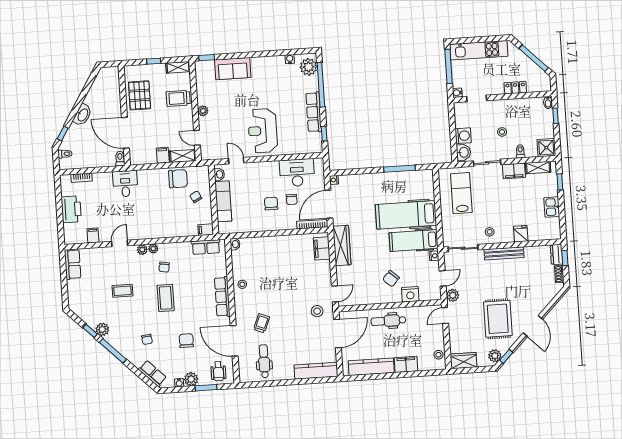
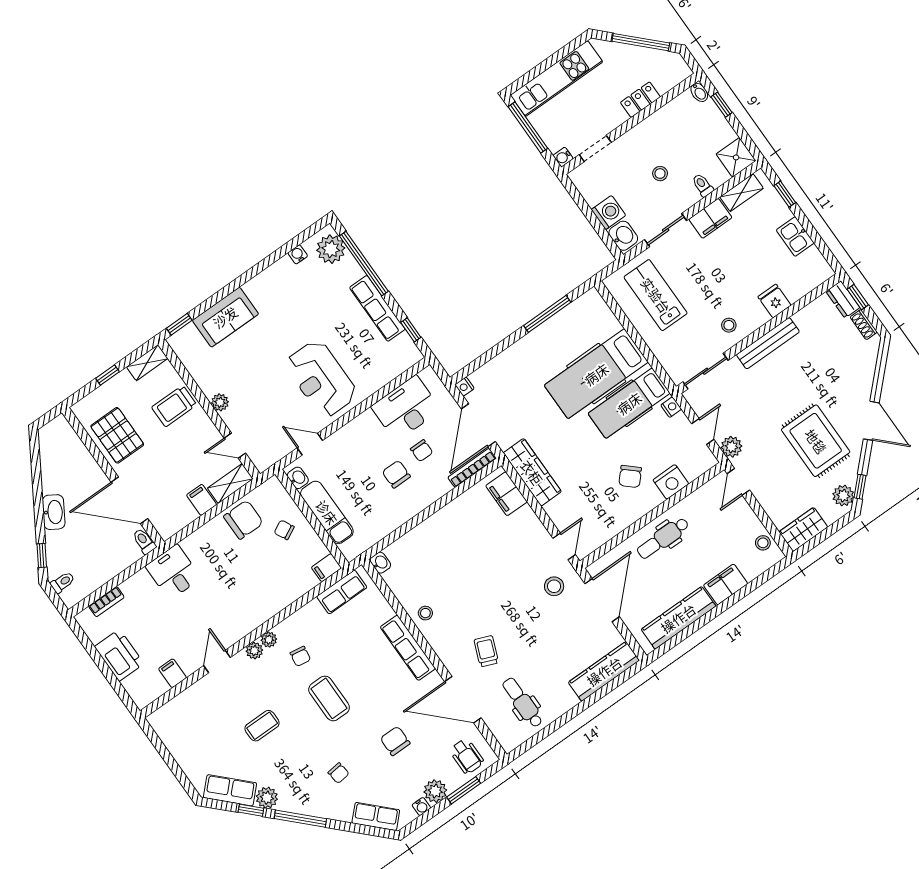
row of seats: (73, 264) -> (230, 790), moved, turned -45

